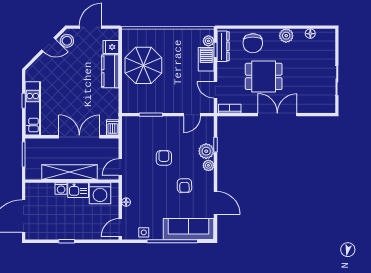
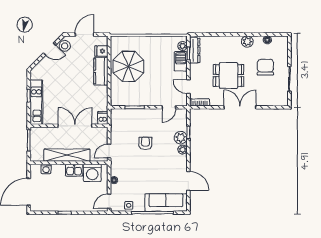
chair: (253, 43) -> (265, 67), moved, turned 180
armchair: (184, 186) -> (163, 166), removed
washing machine: (61, 189) -> (46, 169), moved

